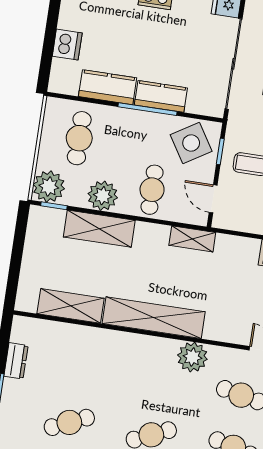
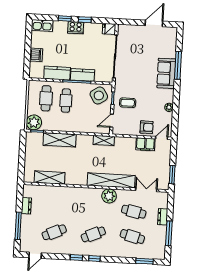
cafe table: (152, 190) -> (66, 101), moved
plant: (103, 196) -> (60, 124), removed
door: (213, 199) -> (112, 121), hinge flipped
shelving: (154, 318) -> (111, 180), moved

